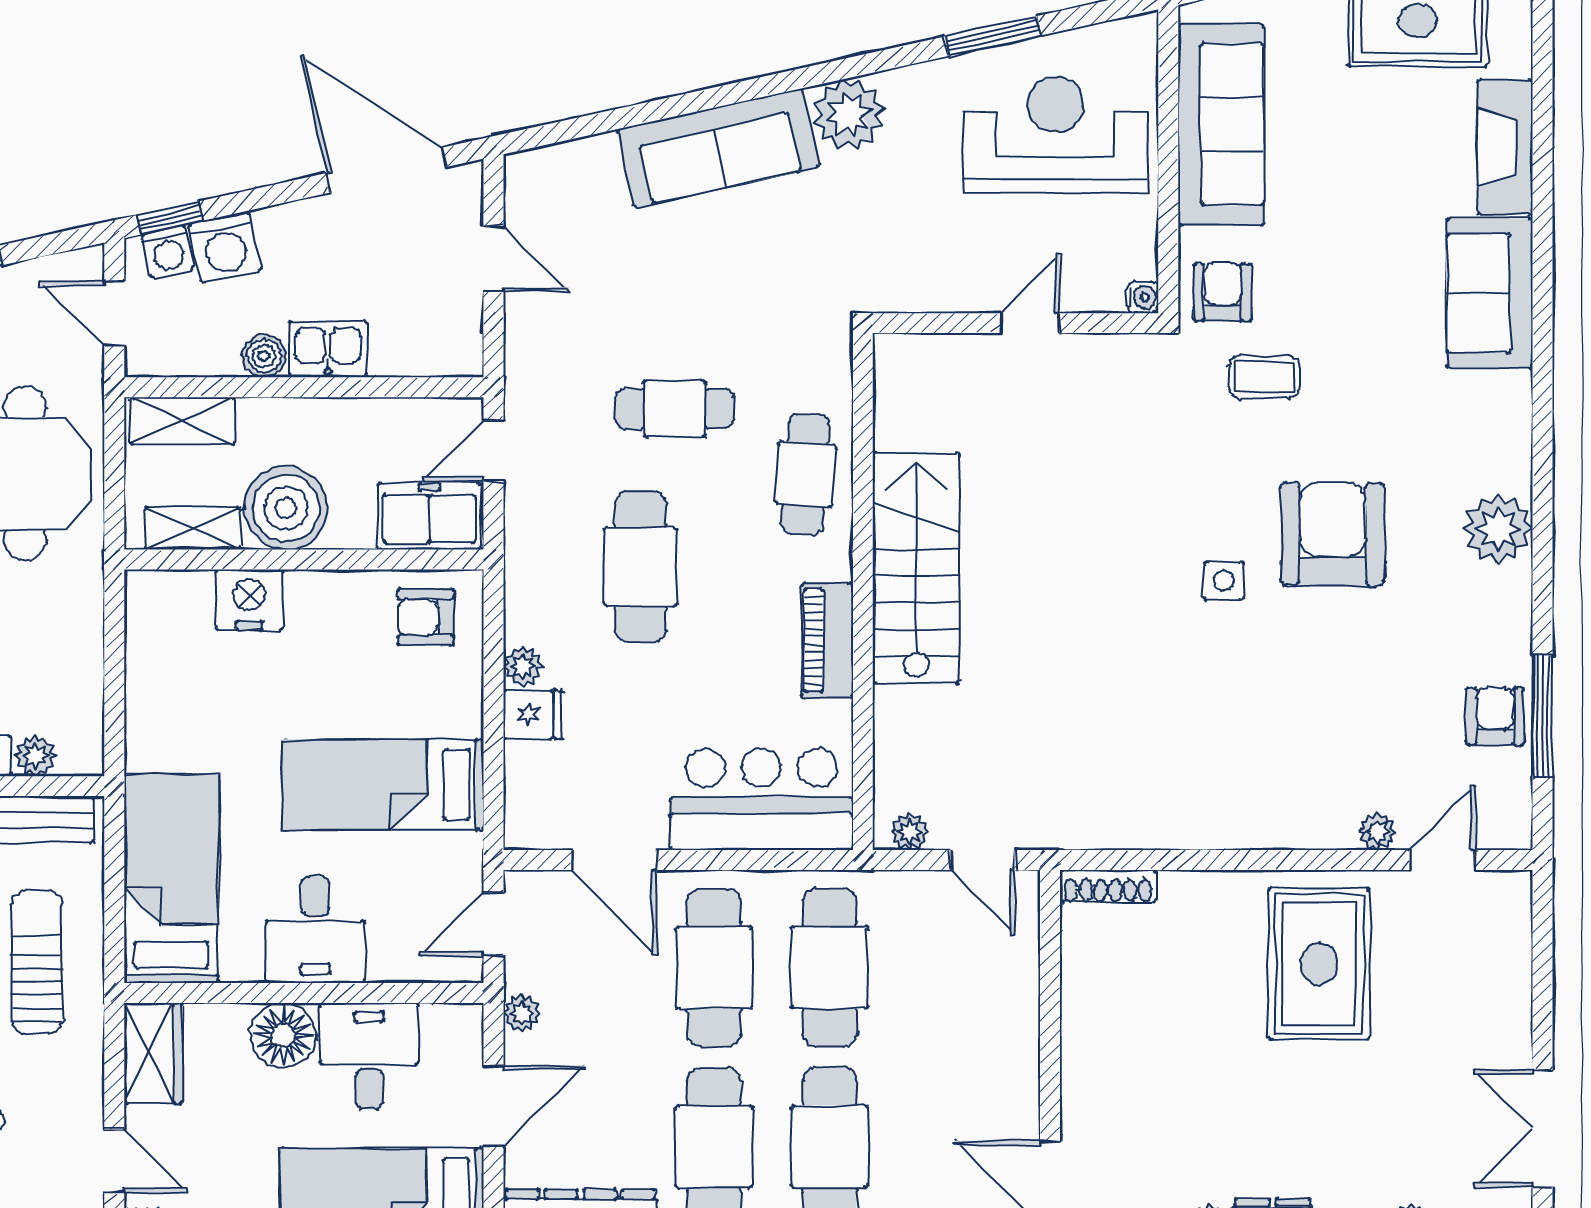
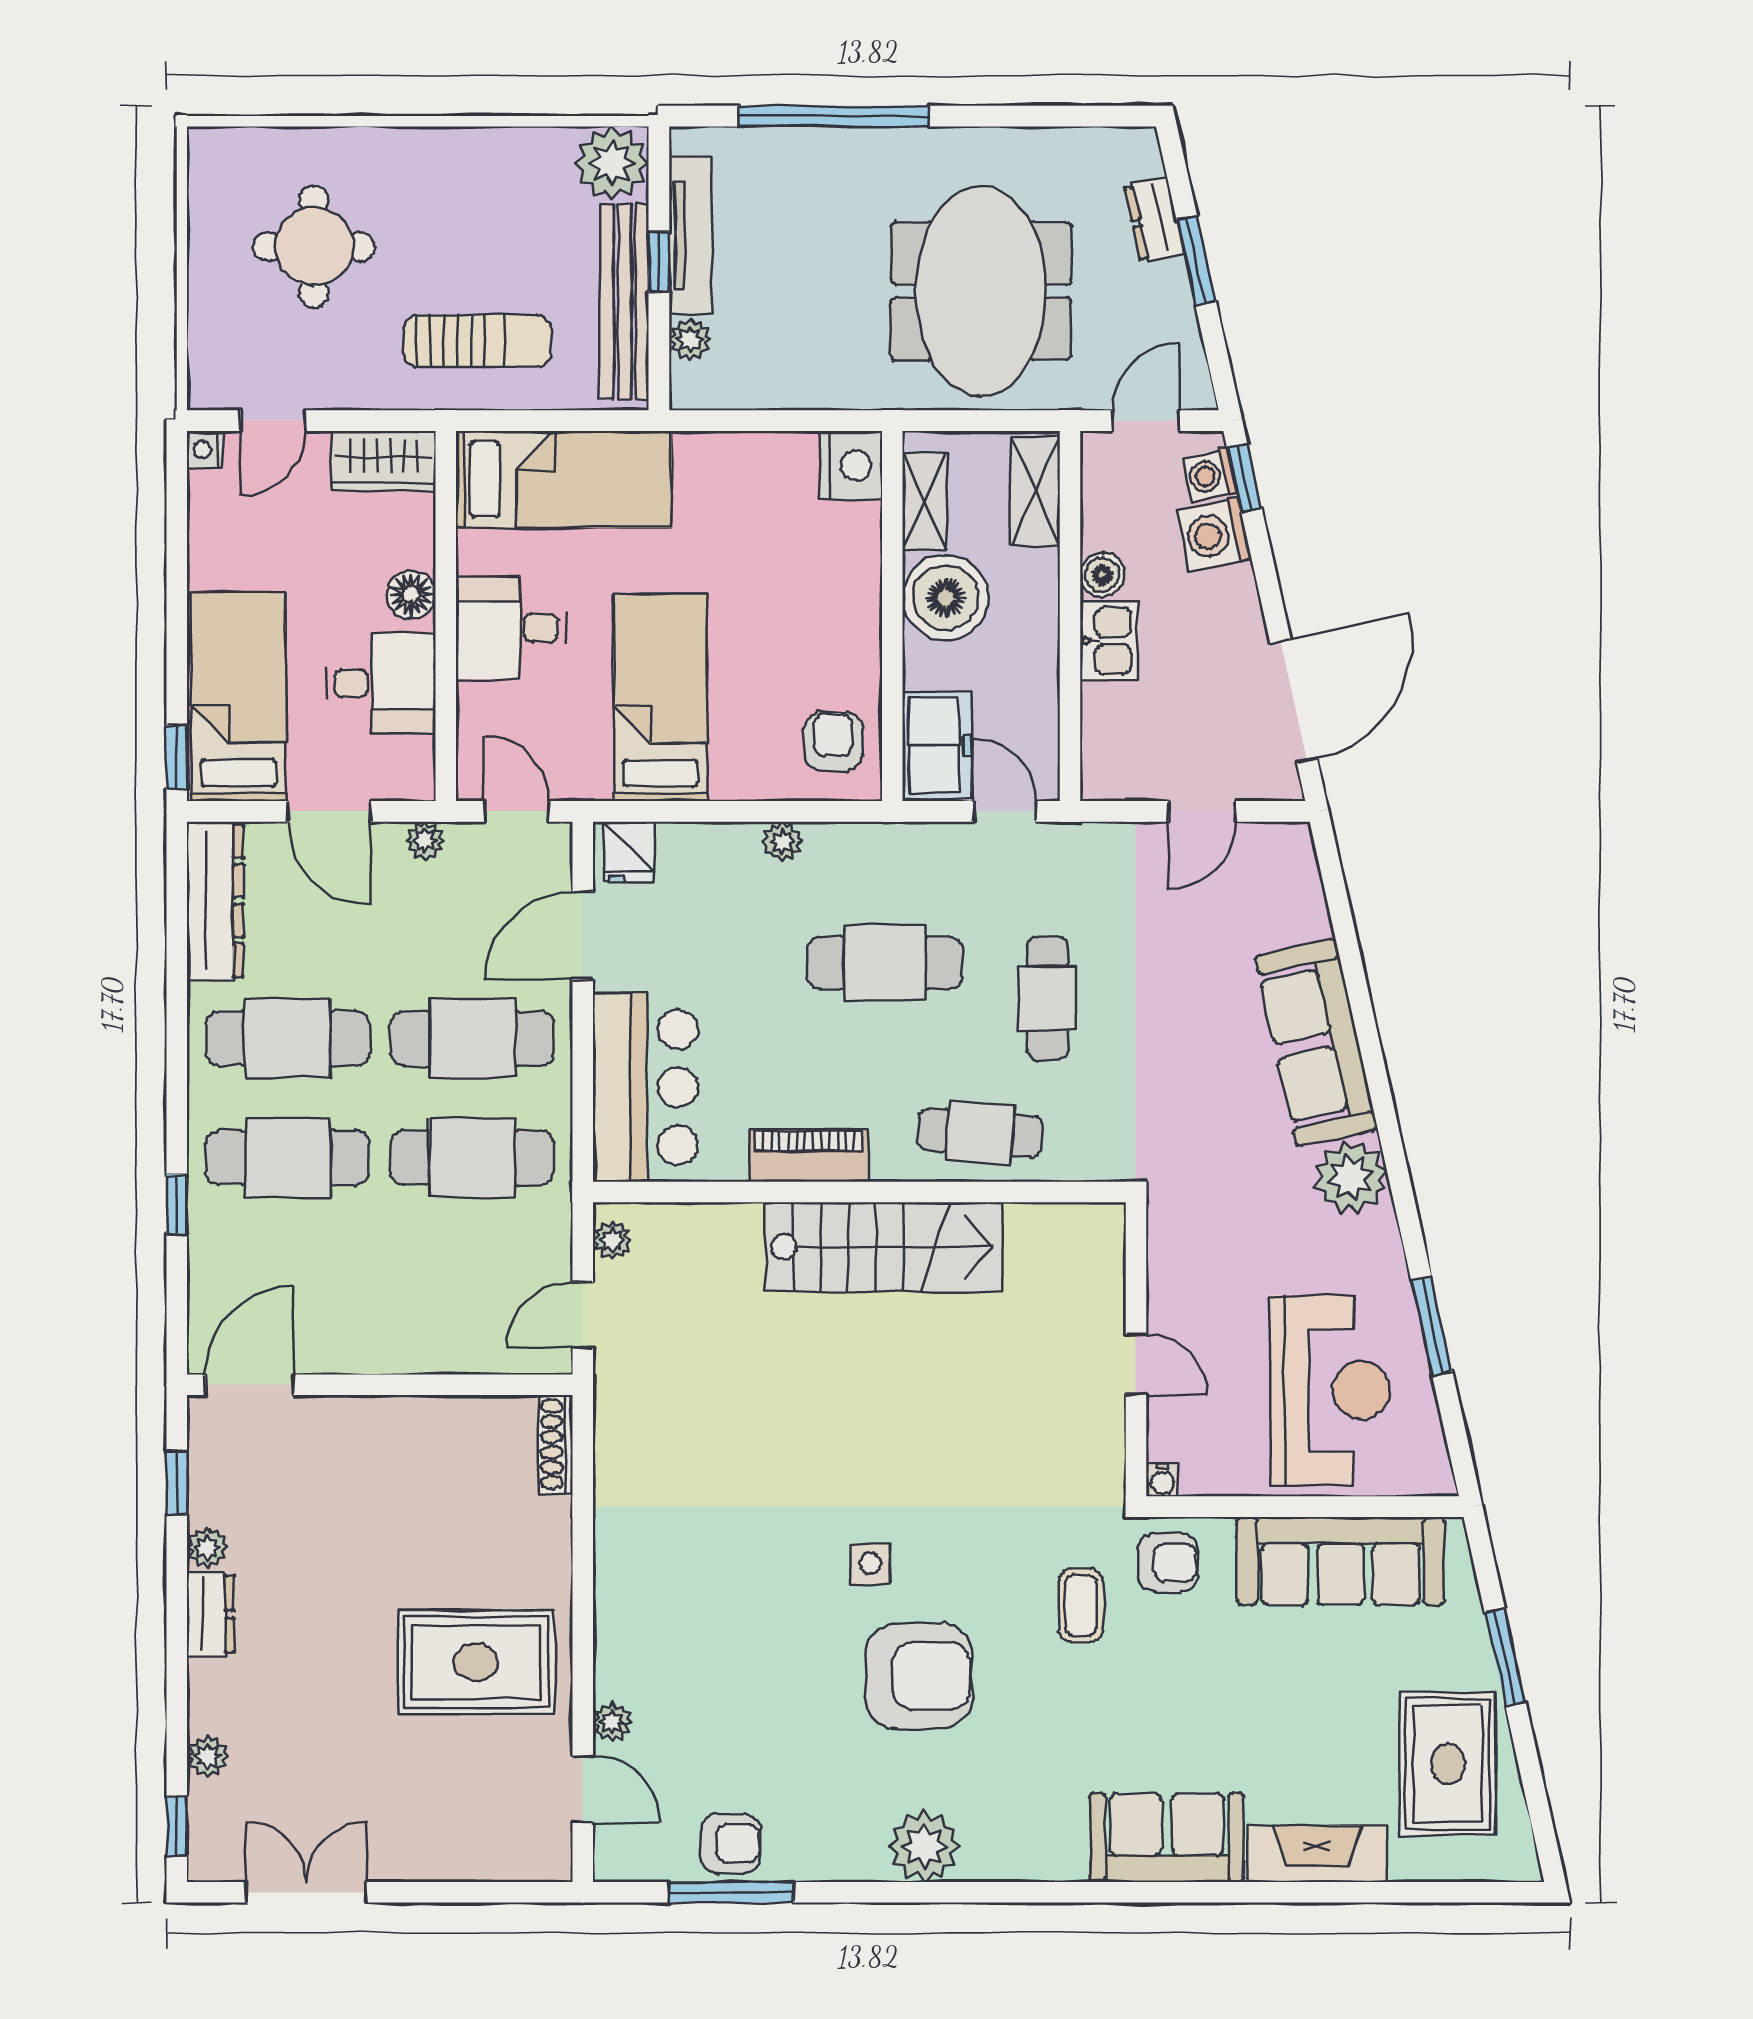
nightstand: (249, 600) -> (851, 465), moved
fridge: (533, 714) -> (629, 852), moved
floor lamp: (283, 1035) -> (411, 595), width x0.73, depth x0.73

